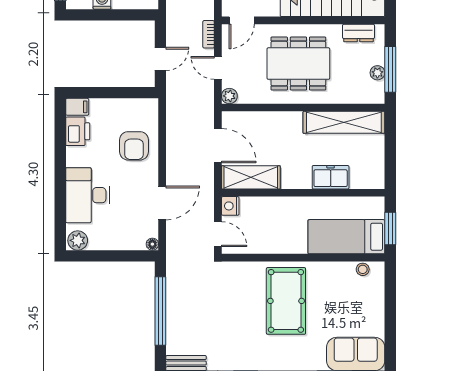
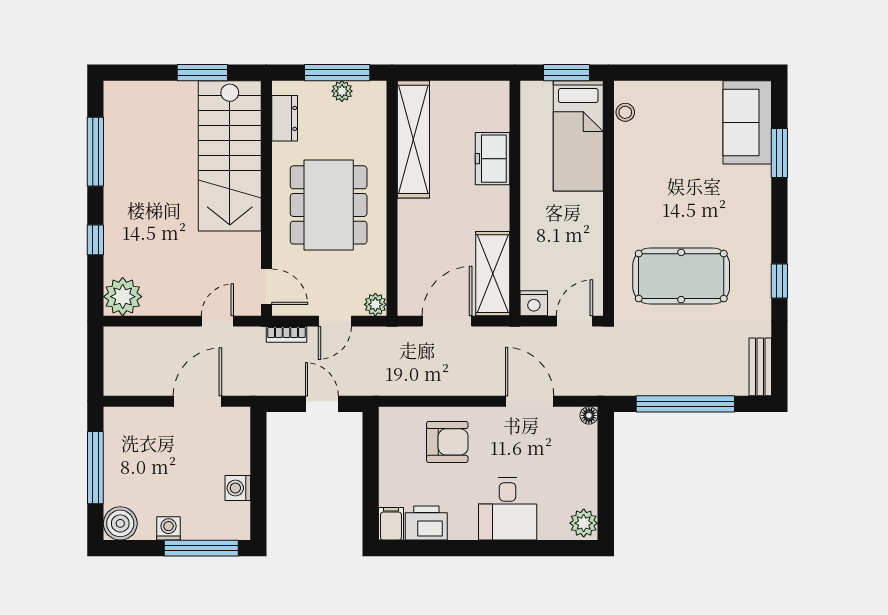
desk: (88, 195) -> (508, 509), width x0.73
pool table: (286, 301) -> (681, 276), moved

